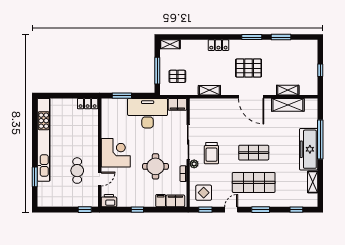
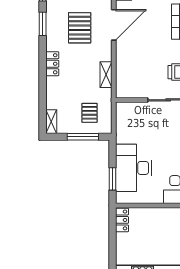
filing cabinet: (177, 104) -> (123, 113), removed
desk: (148, 113) -> (134, 168), moved

